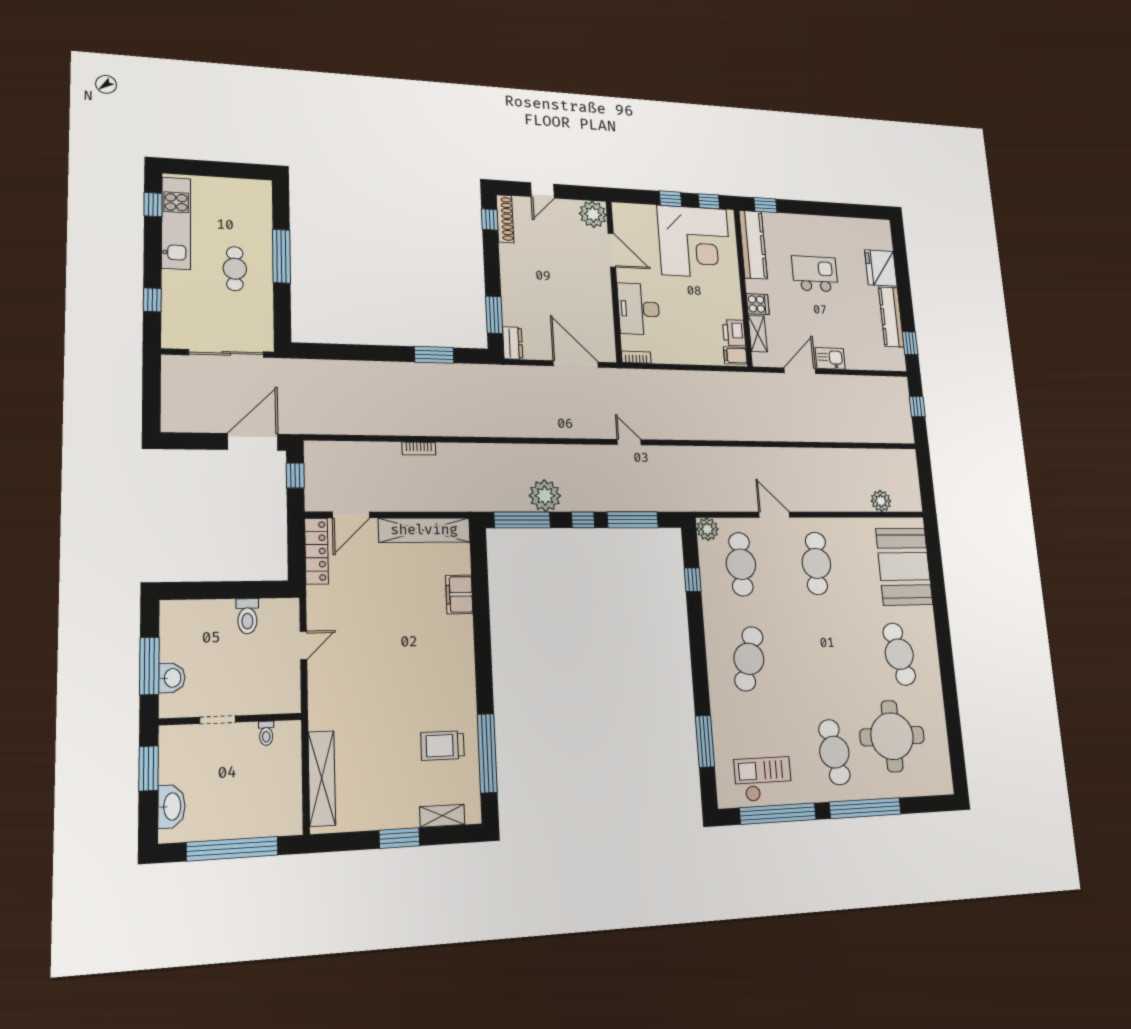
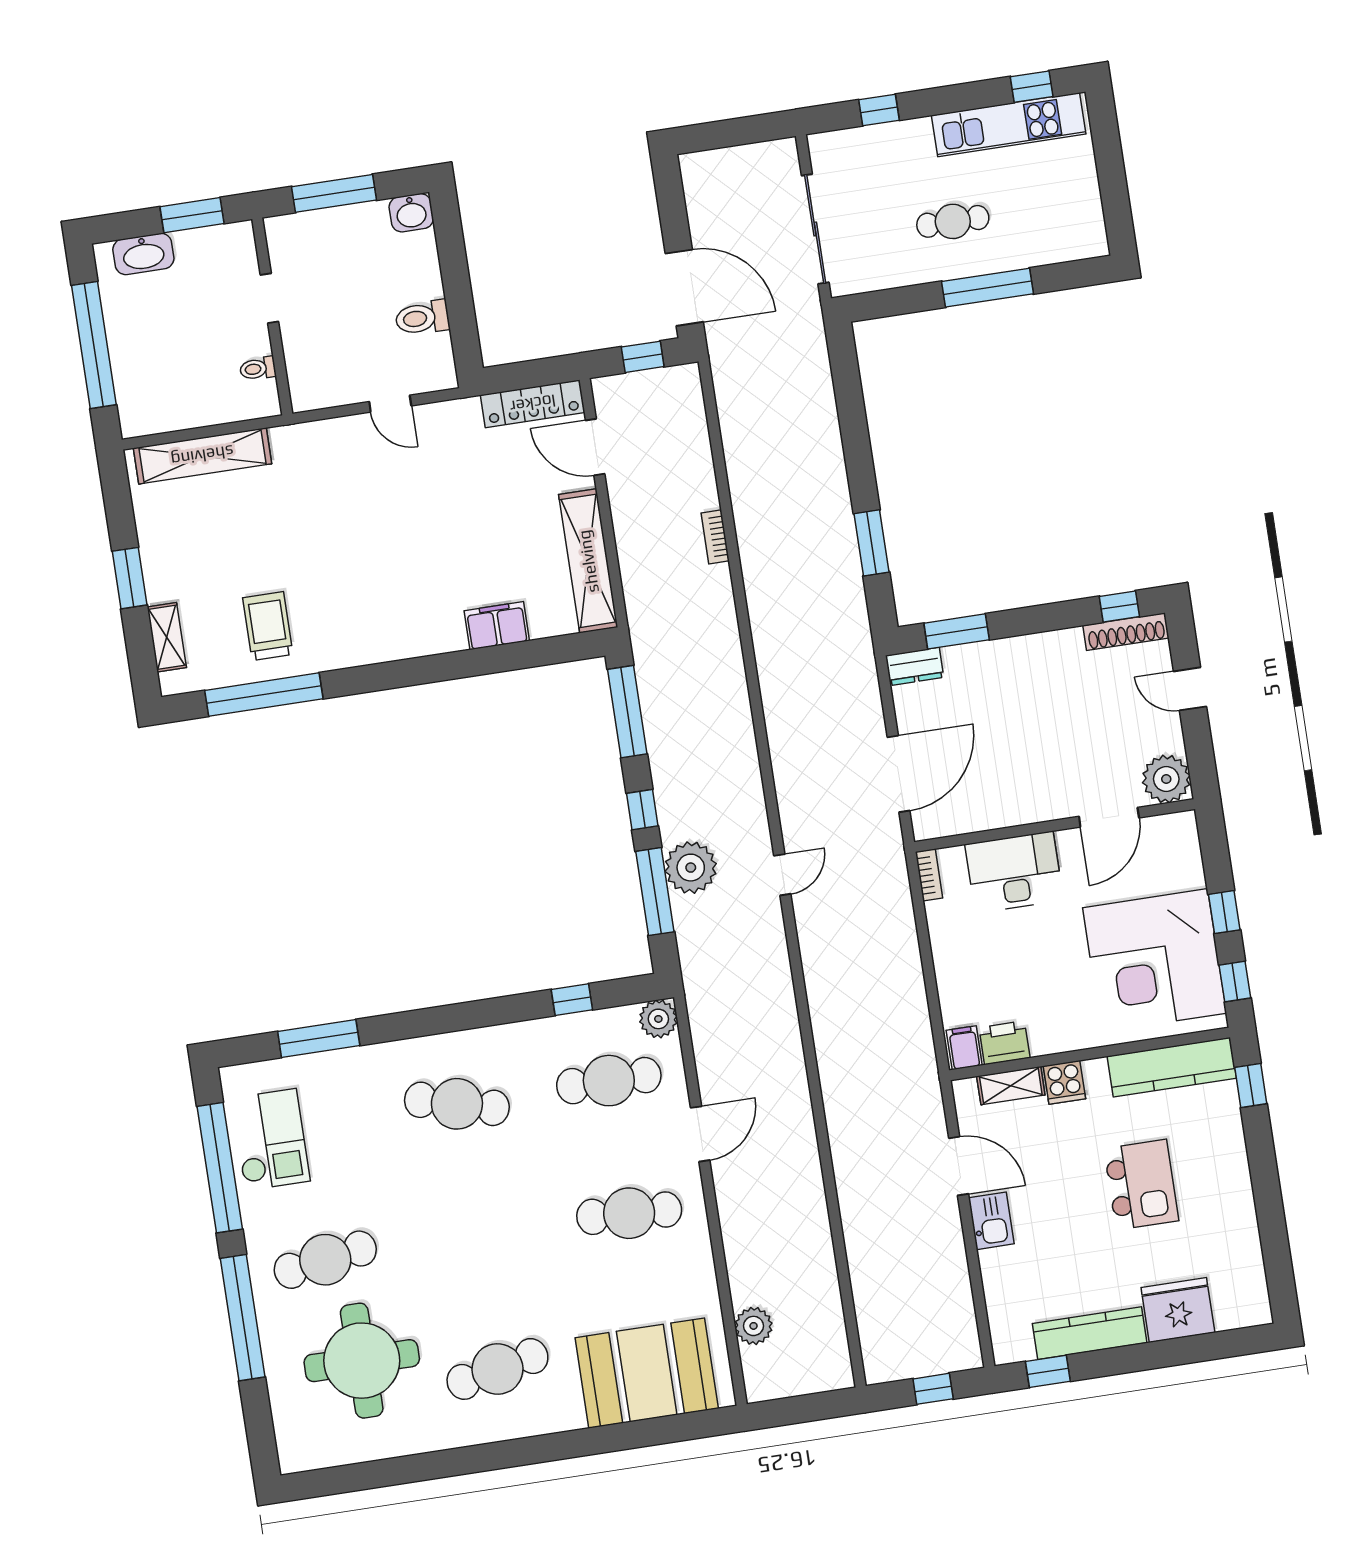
plant: (545, 496) -> (691, 868), moved
washbasin: (172, 678) -> (411, 213), moved

